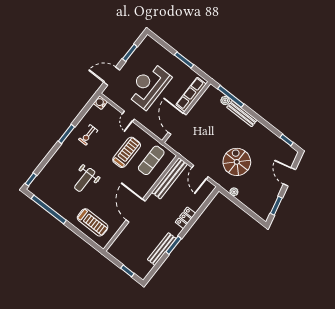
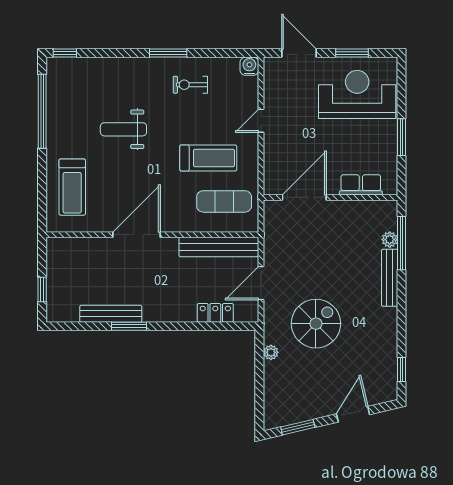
reception desk: (149, 86) -> (357, 94), moved
row of seats: (191, 94) -> (361, 185), width x0.68
locker: (185, 218) -> (215, 313), moved

